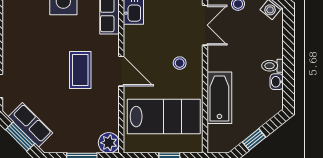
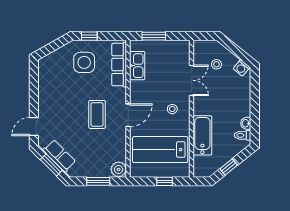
toilet: (272, 66) -> (243, 135), moved
door: (121, 71) -> (128, 115), hinge flipped
lab bench: (164, 117) -> (160, 150), turned 180

